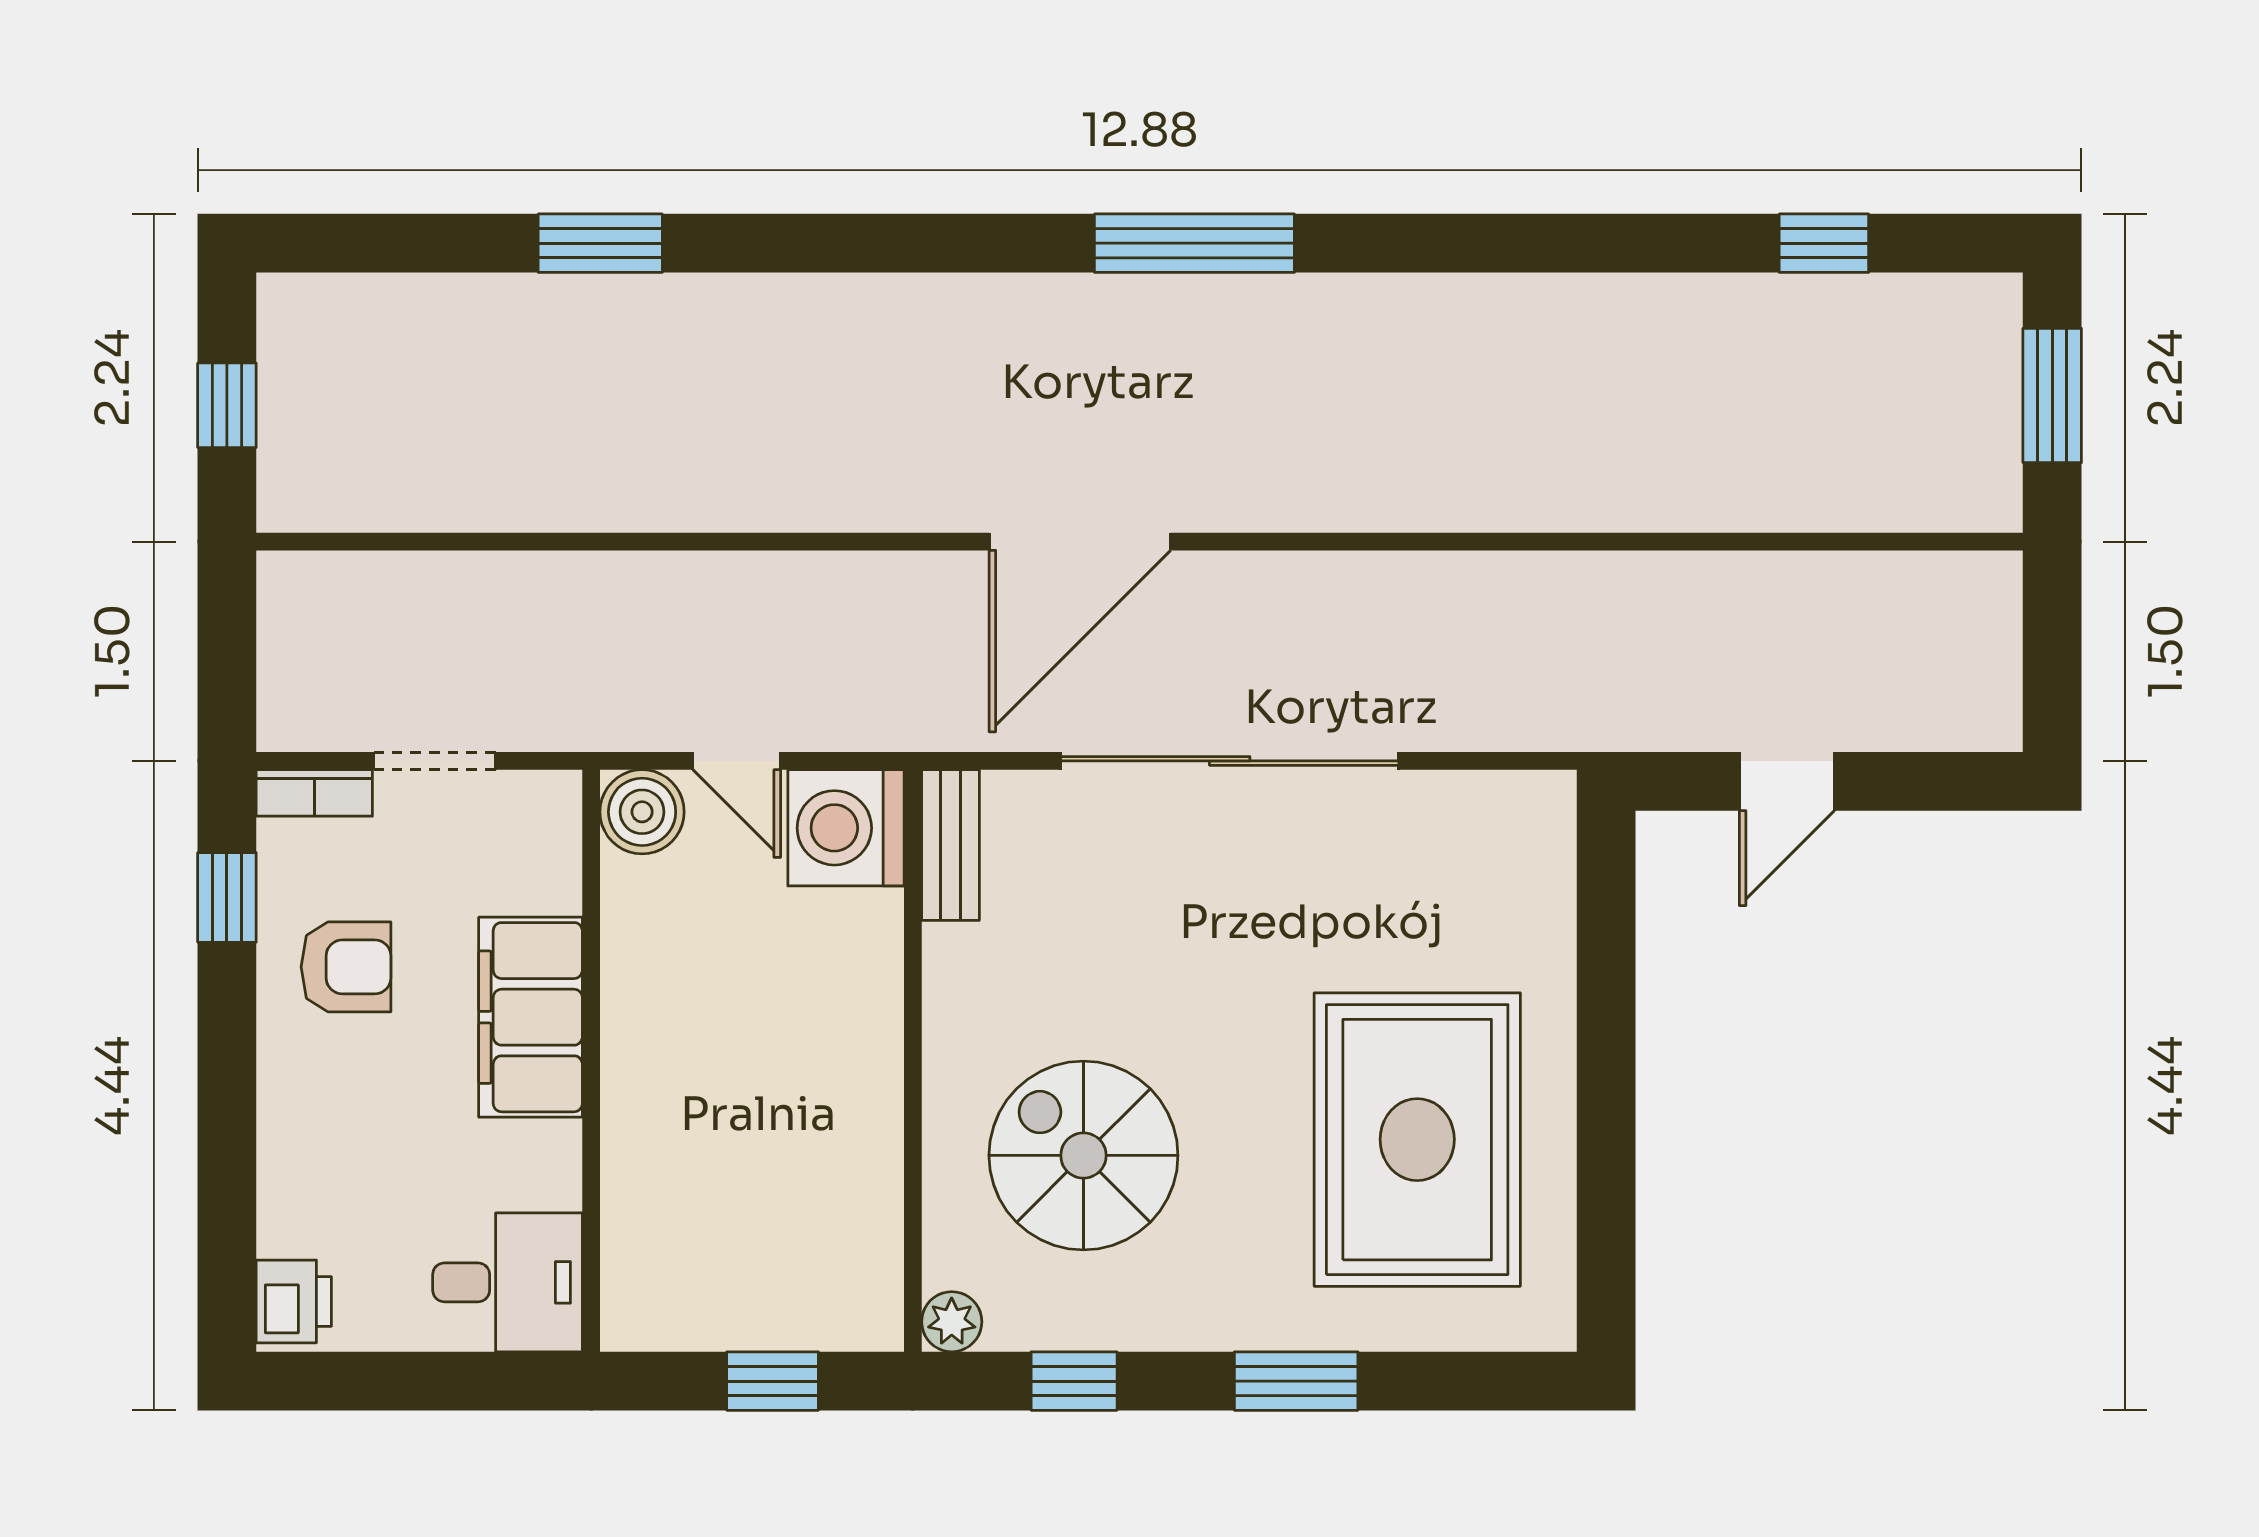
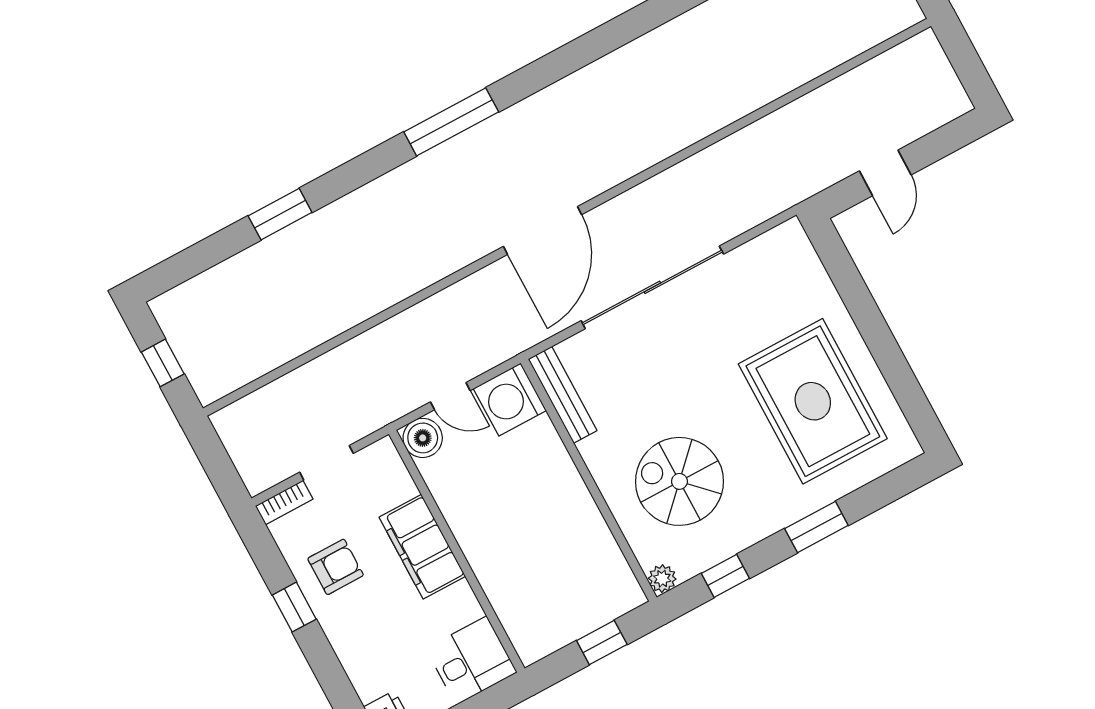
window: (1194, 243) -> (451, 122), moved
bench: (950, 845) -> (563, 395), width x1.36
window: (227, 897) -> (294, 607), moved

